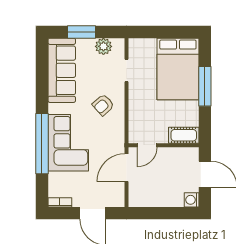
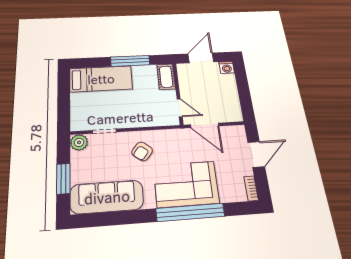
plant: (103, 46) -> (79, 142), moved
bed: (178, 69) -> (101, 79), width x0.67
window: (205, 86) -> (130, 61), moved
armchair: (103, 105) -> (142, 151), turned 80

